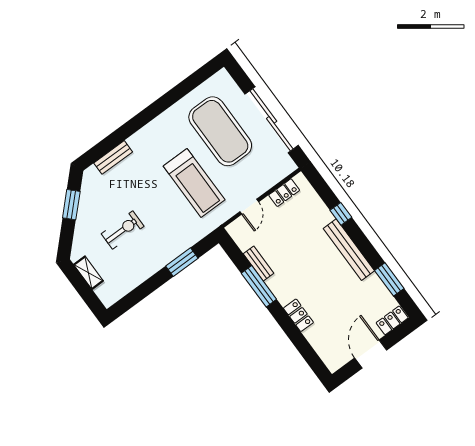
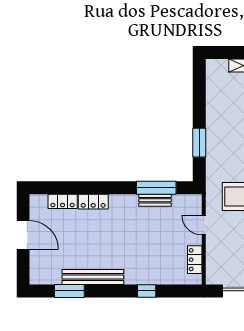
bench: (349, 250) -> (93, 277), moved
window: (259, 286) -> (156, 188), moved
locker: (392, 320) -> (63, 201), moved, turned 90

